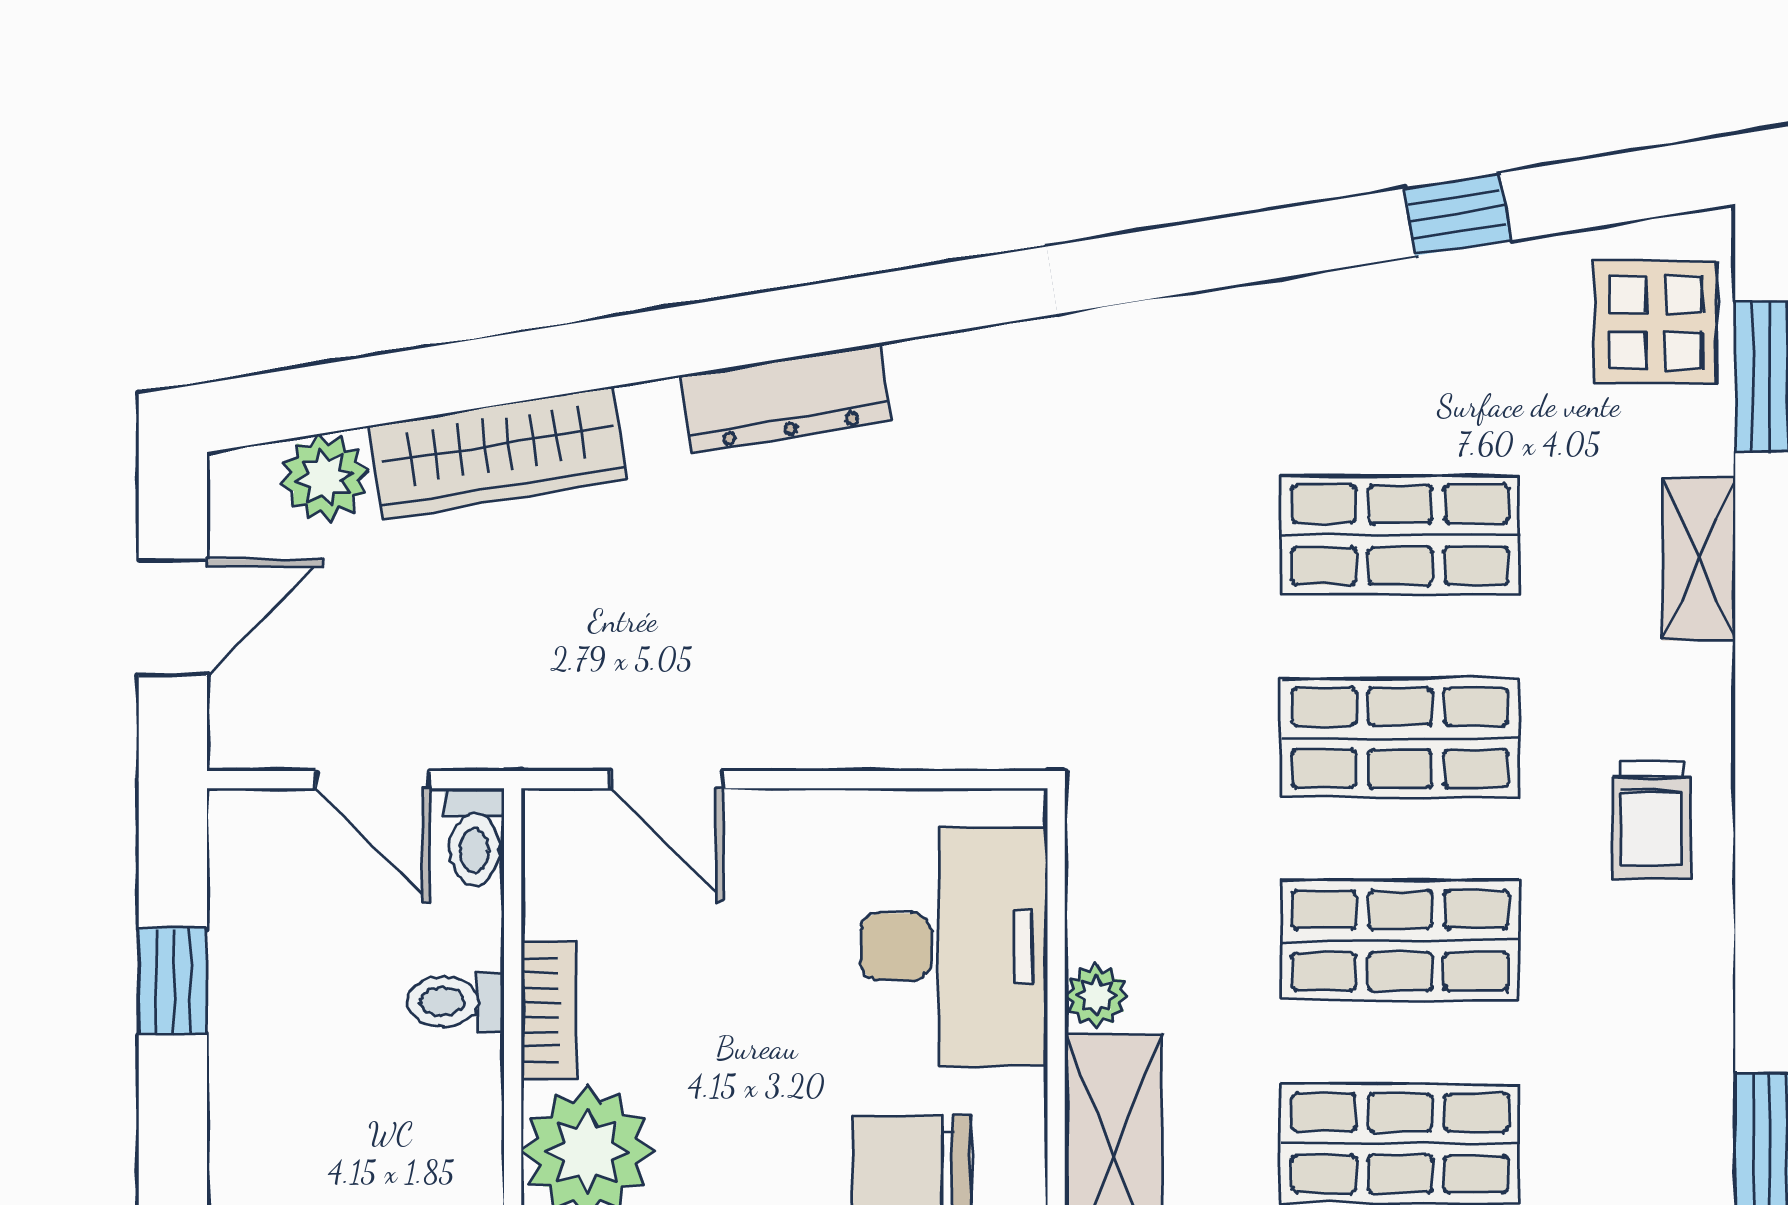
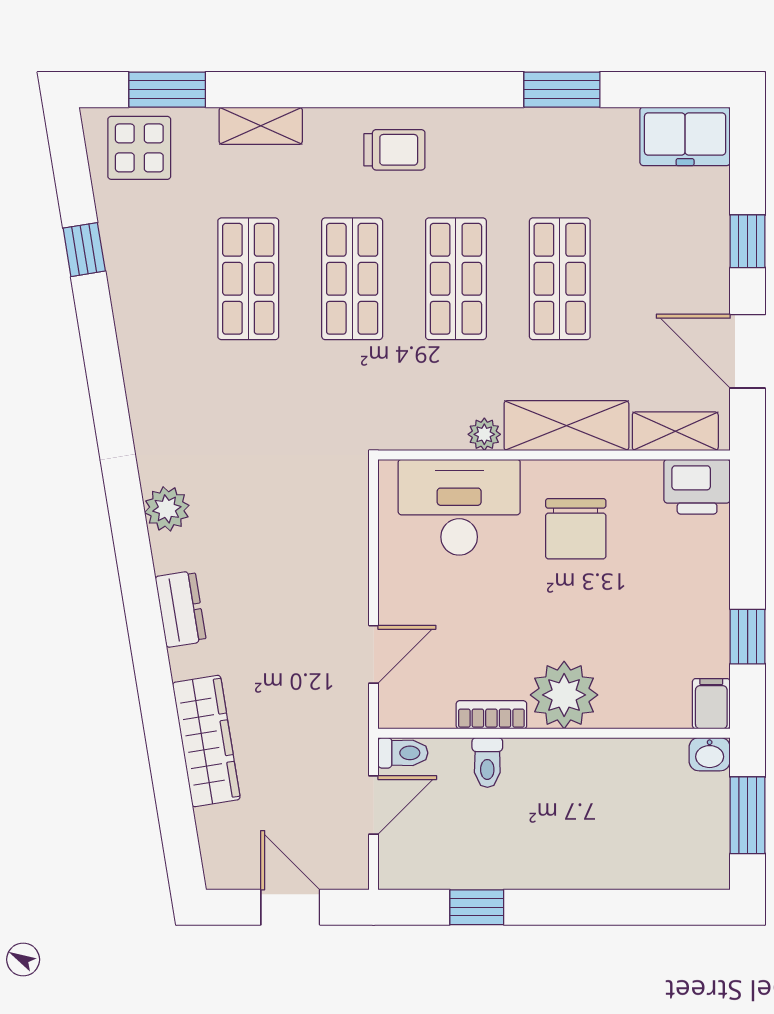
dresser: (786, 398) -> (181, 609), width x0.70
plant: (325, 478) -> (167, 509), moved

